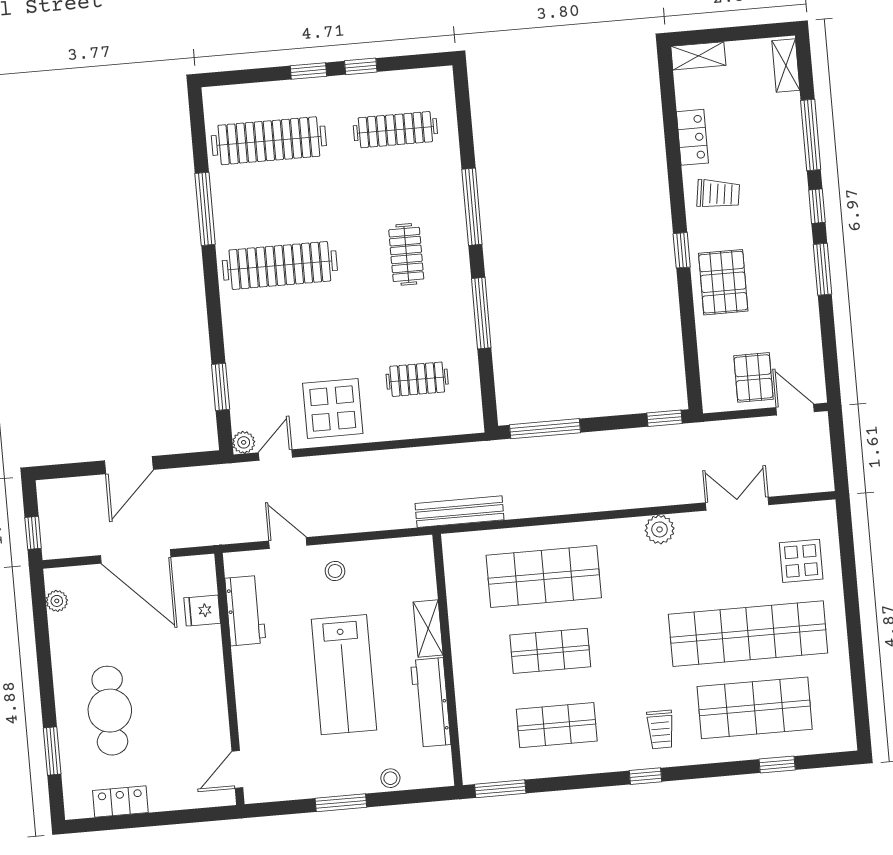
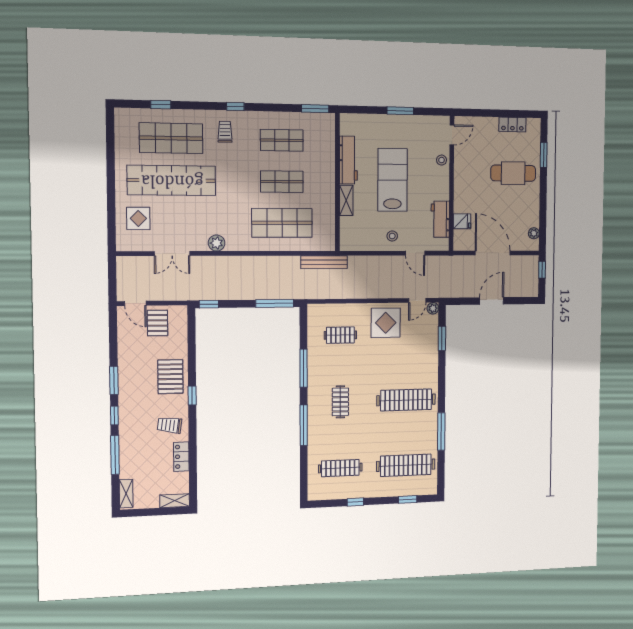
window: (308, 71) -> (408, 499), moved
cafe table: (110, 711) -> (513, 173), turned 90
stool: (390, 778) -> (442, 160), moved

